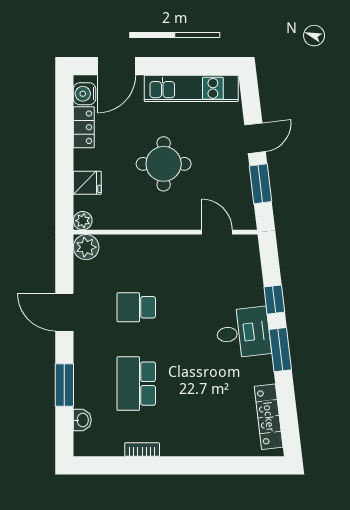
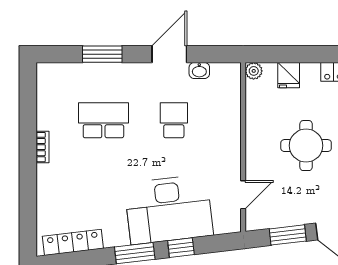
plant: (86, 247) -> (229, 74), removed
desk: (243, 333) -> (169, 209), width x1.87, depth x1.30
washbasin: (82, 420) -> (199, 70), moved
bookcase: (142, 450) -> (43, 147), moved

